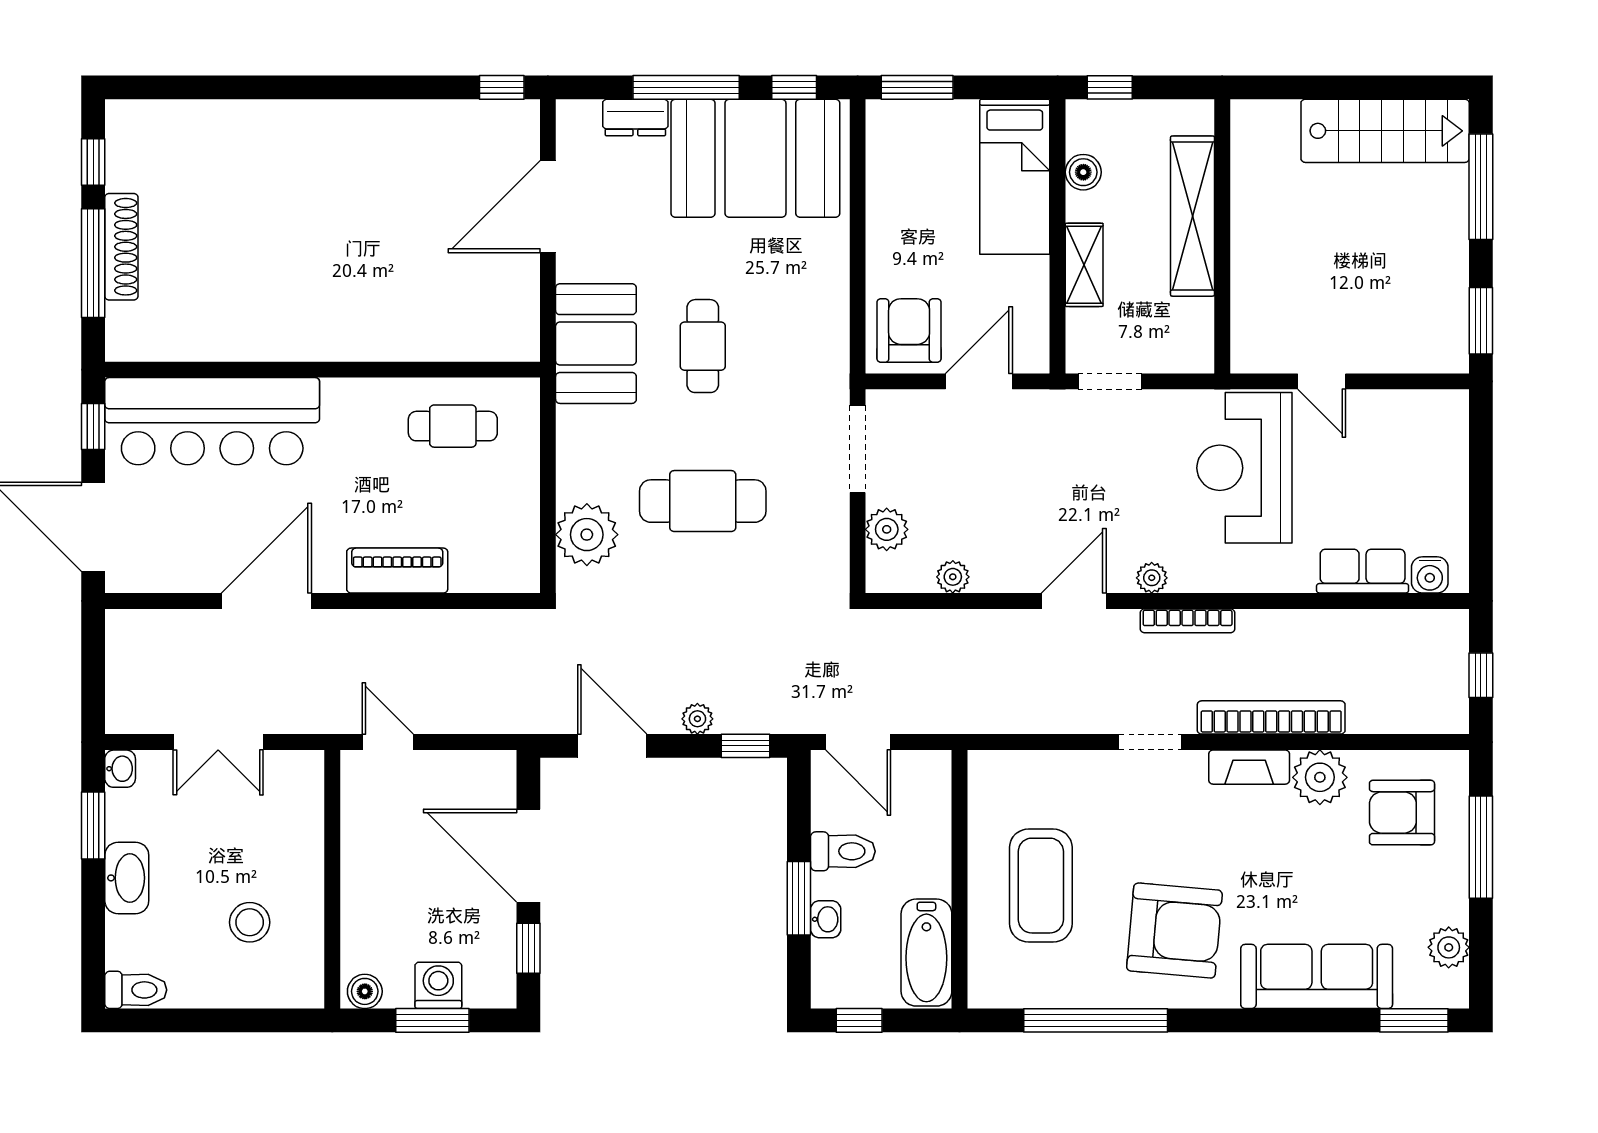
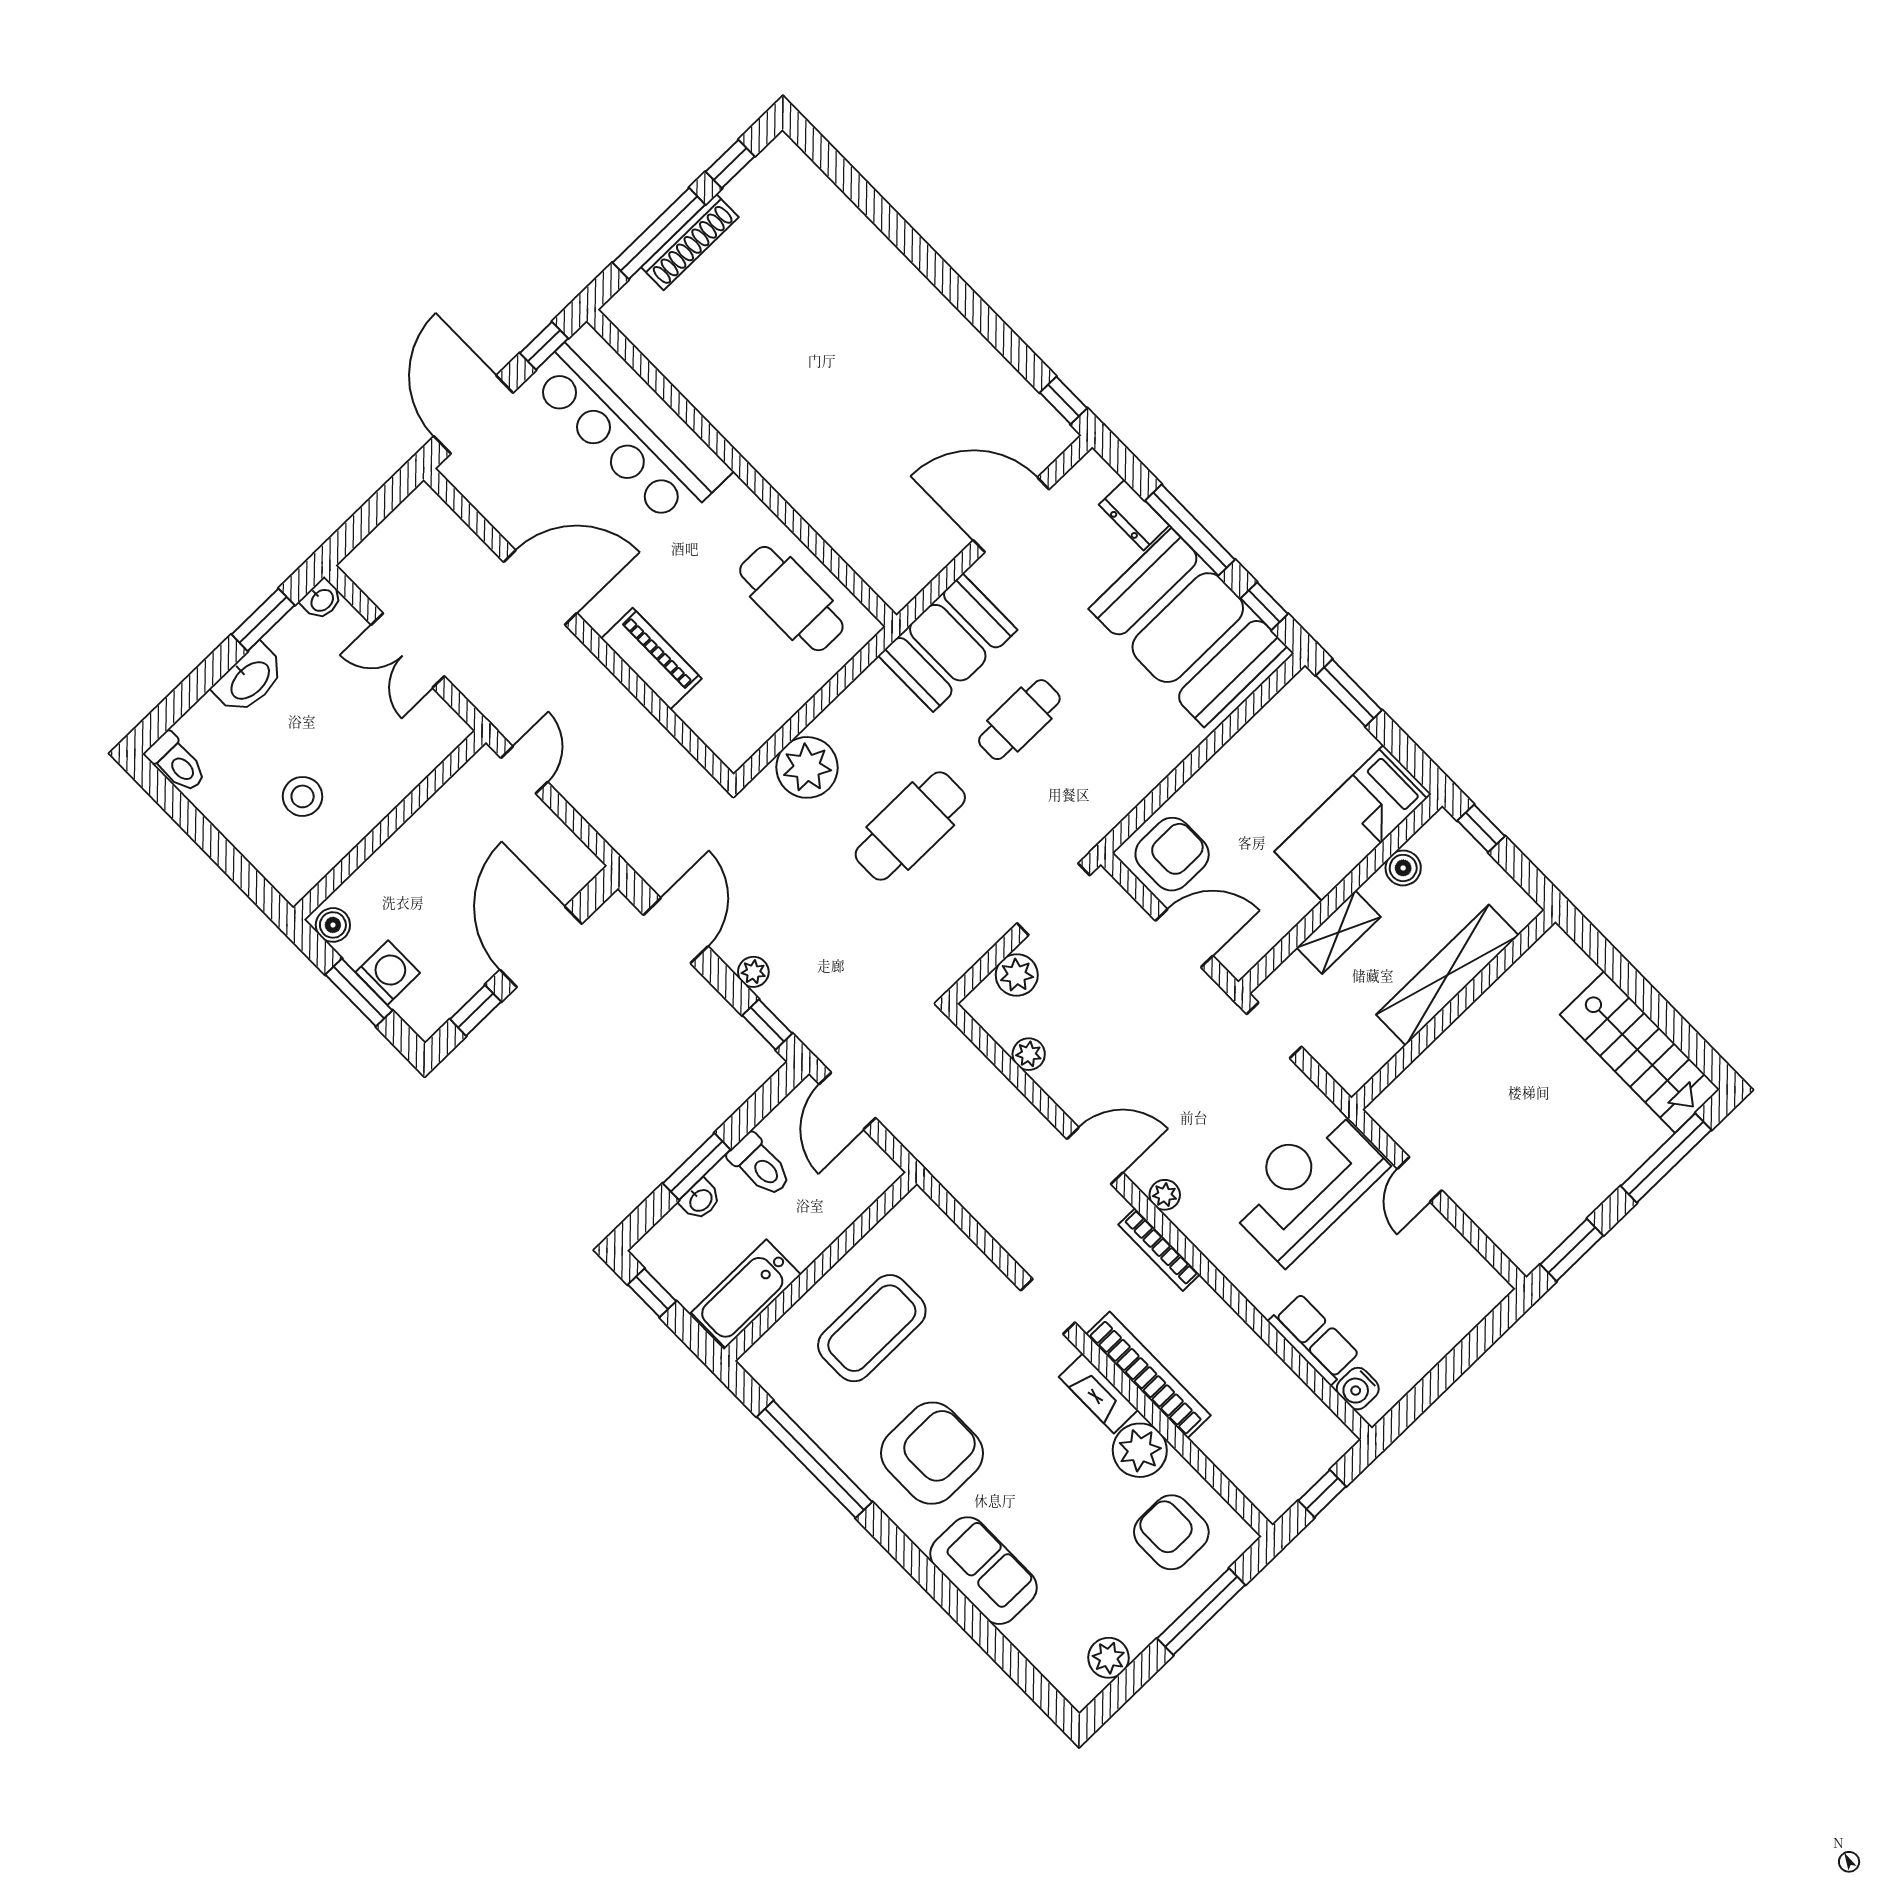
cafe table: (453, 426) -> (791, 599), width x1.37, depth x1.35
cafe table: (703, 501) -> (910, 826), turned 90
armchair: (1174, 931) -> (932, 1453), turned -95
sofa: (1317, 976) -> (984, 1571), width x0.73
window: (1414, 1020) -> (1033, 1683), removed

